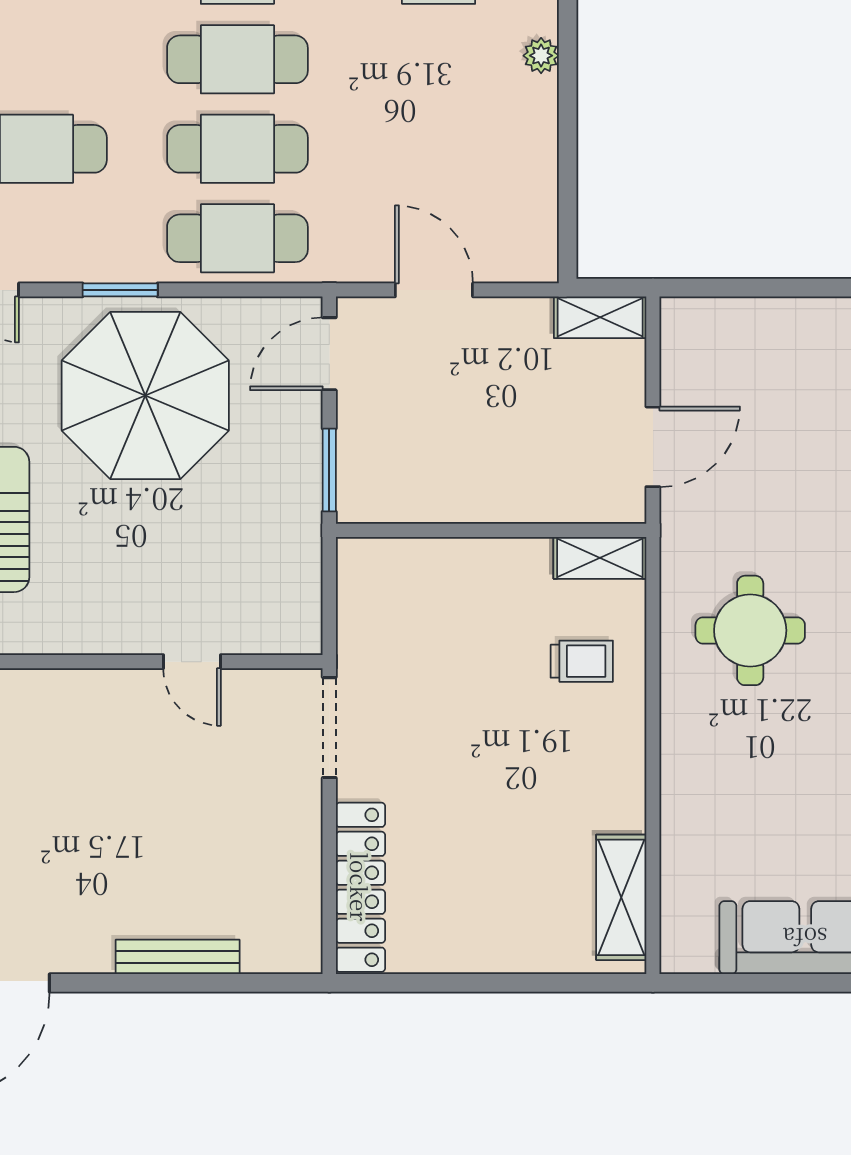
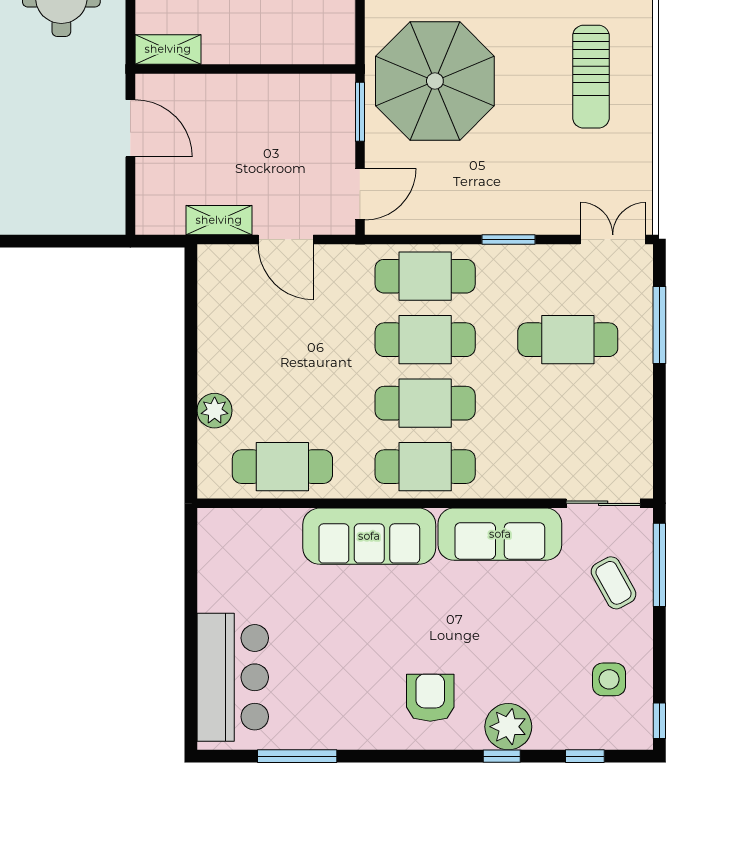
plant: (541, 56) -> (215, 411), width x1.38, depth x1.38
shelving: (600, 317) -> (219, 220), moved
parasol: (145, 396) -> (435, 81), moved
door: (653, 447) -> (130, 128), swing flipped

